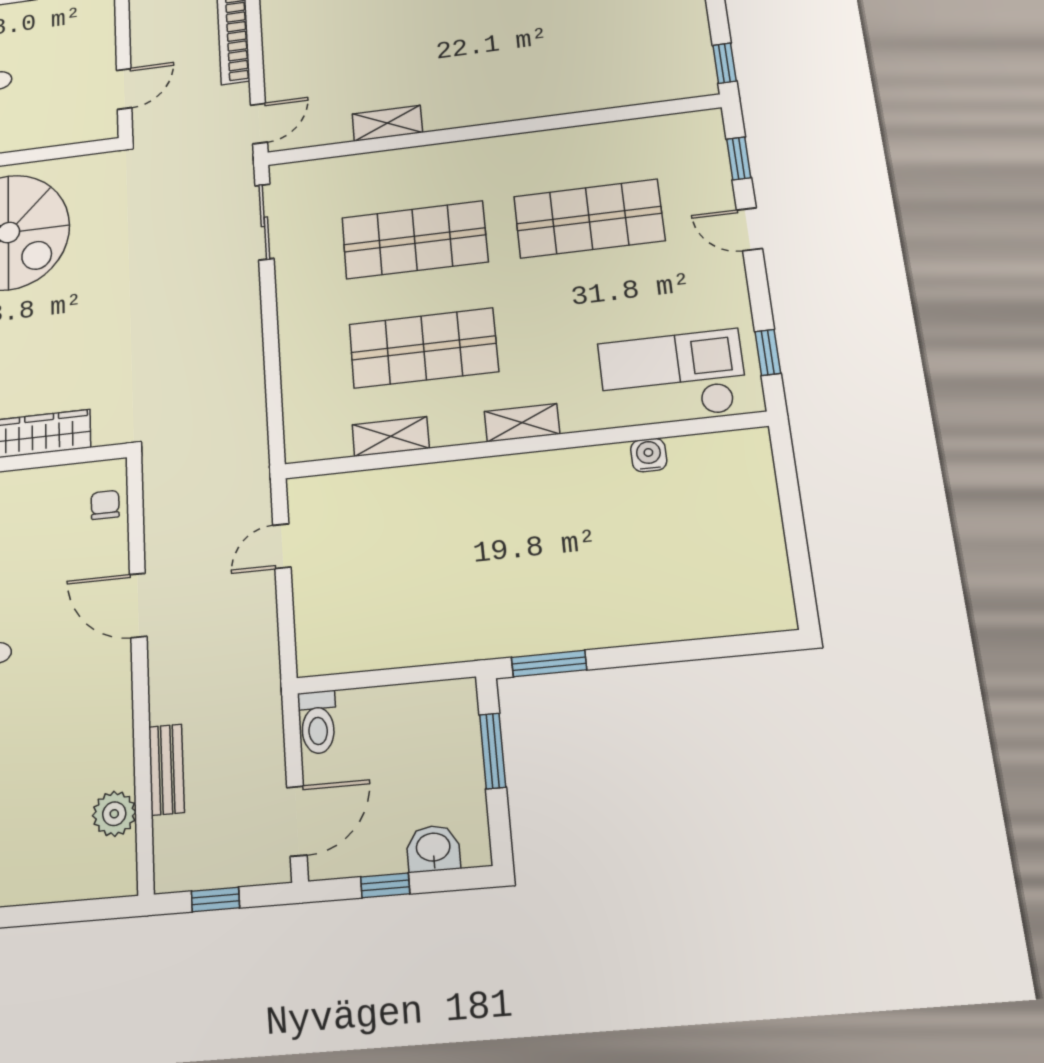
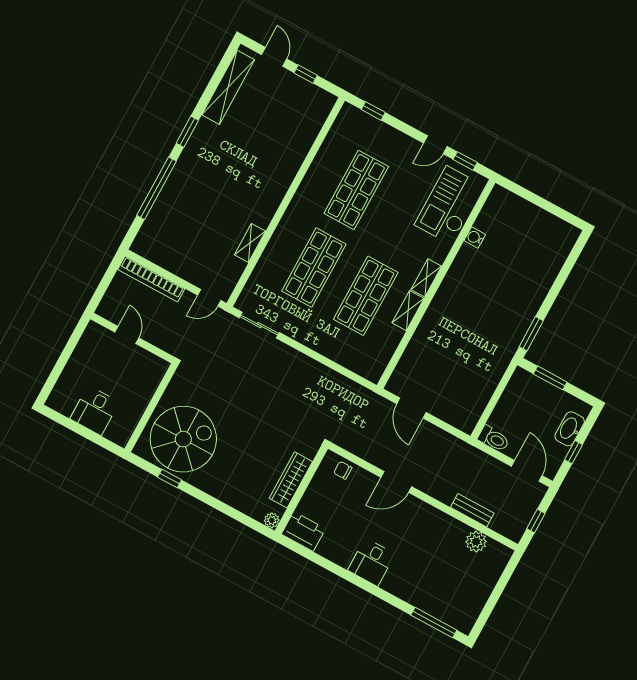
window: (725, 63) -> (306, 74), moved
door: (124, 89) -> (127, 335), moved
door: (259, 123) -> (209, 298), swing flipped
door: (749, 229) -> (435, 145), moved
shelving: (391, 436) -> (408, 311), moved
door: (282, 546) -> (411, 408), width x1.38
washbasin: (433, 848) -> (570, 429), width x1.38

